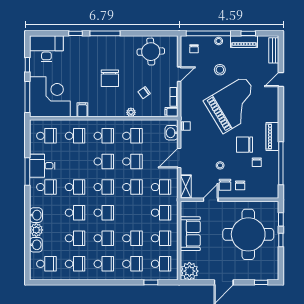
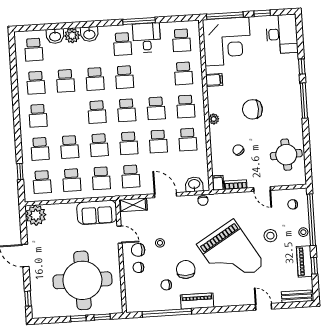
plant: (131, 112) -> (214, 119), moved
sofa: (190, 234) -> (97, 212), moved
school desk: (104, 238) -> (99, 145), moved

